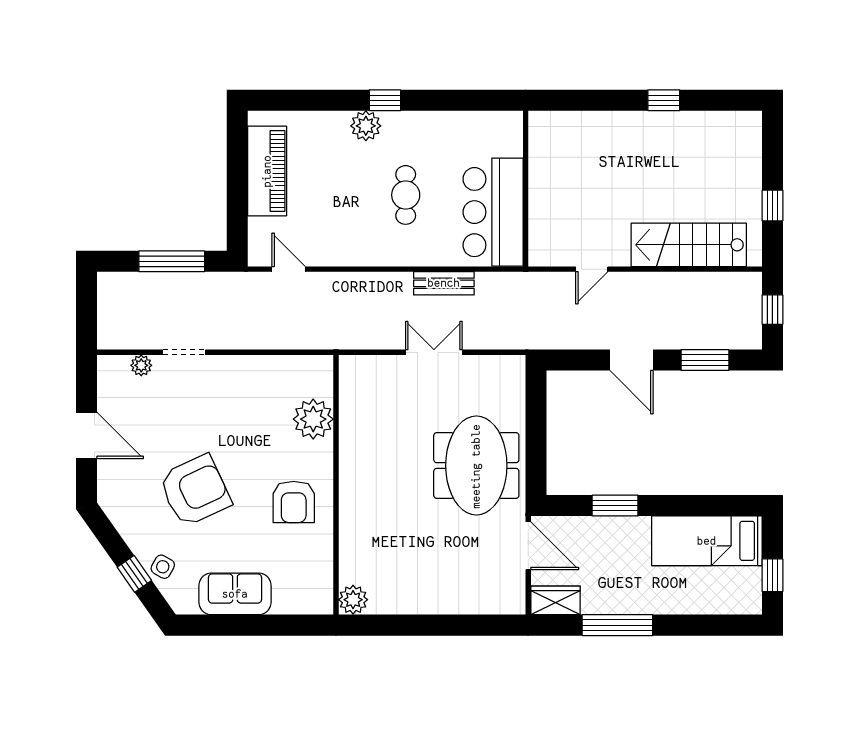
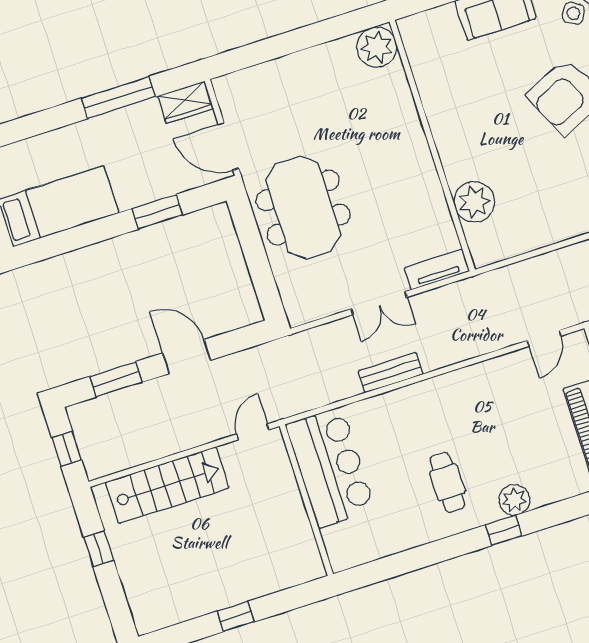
wall: (526, 189) -> (306, 500), moved
cafe table: (406, 195) -> (447, 482), moved
bar counter: (493, 212) -> (330, 467), moved
door: (289, 269) -> (544, 338), hinge flipped
tv unit: (369, 367) -> (437, 269), added
armchair: (294, 502) -> (468, 116), removed
plant: (353, 600) -> (377, 47), width x1.36, depth x1.36

